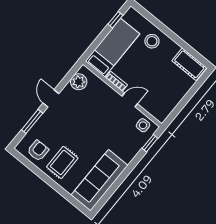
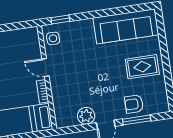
plant: (79, 82) -> (86, 116), moved
armchair: (38, 151) -> (134, 104), moved

